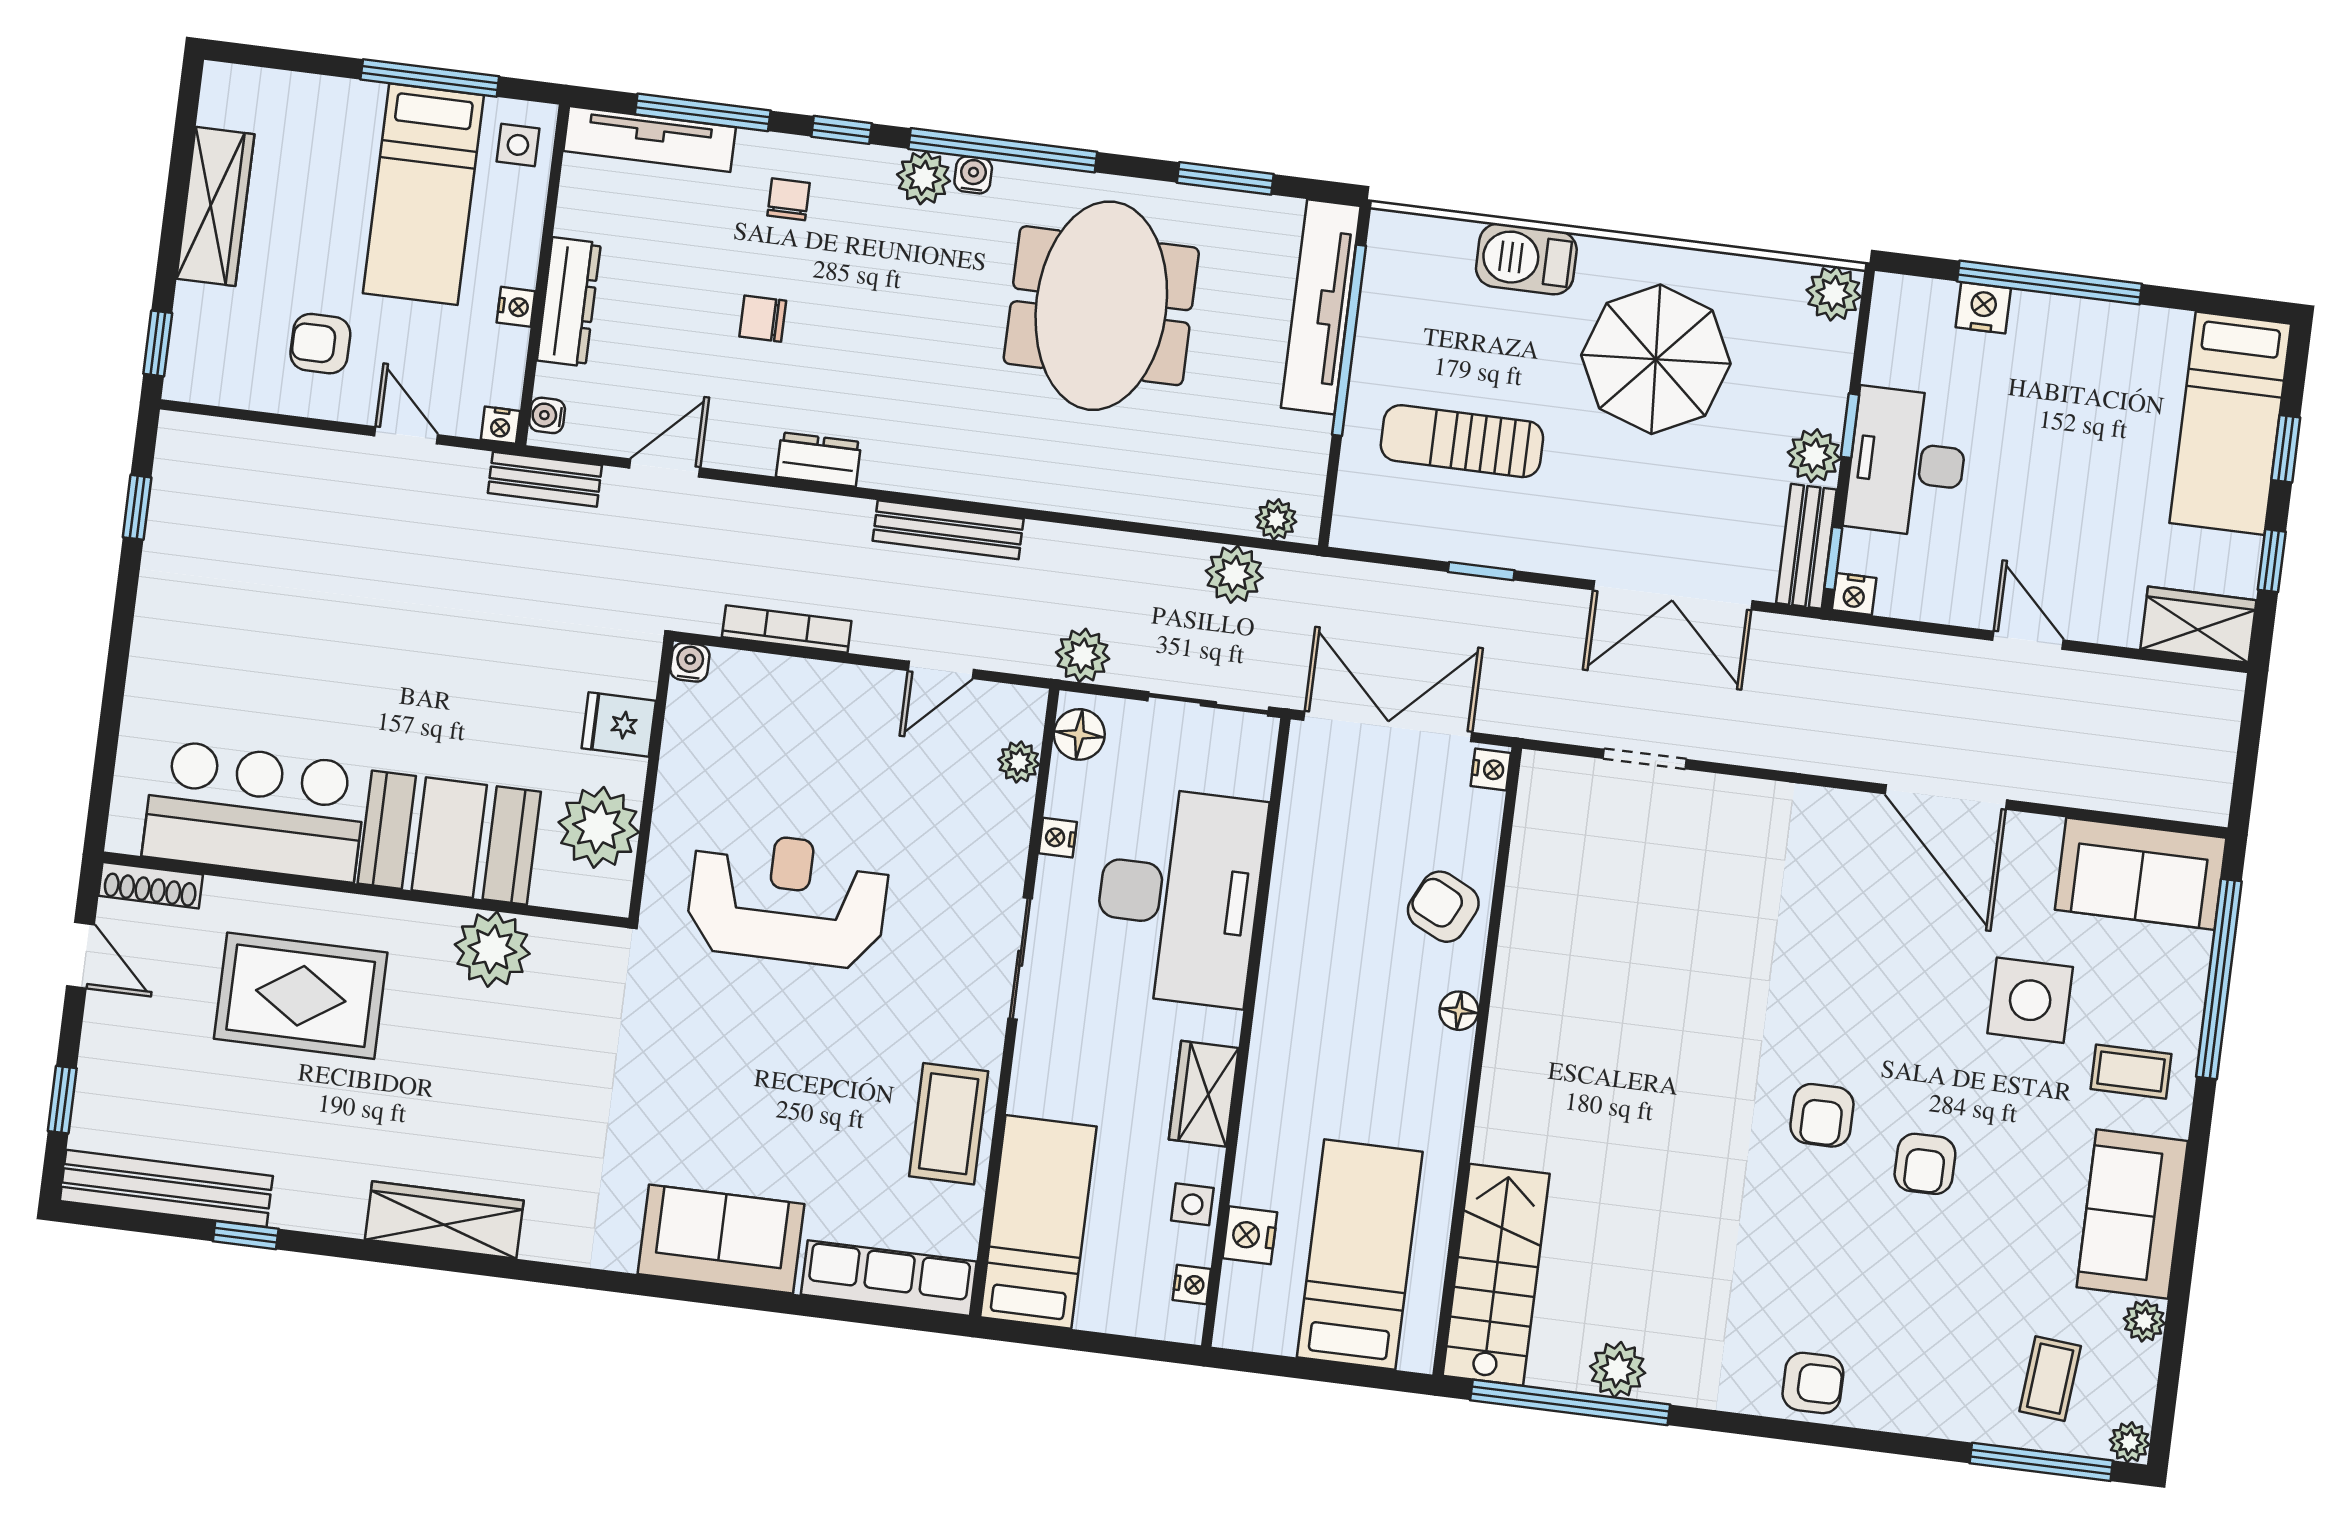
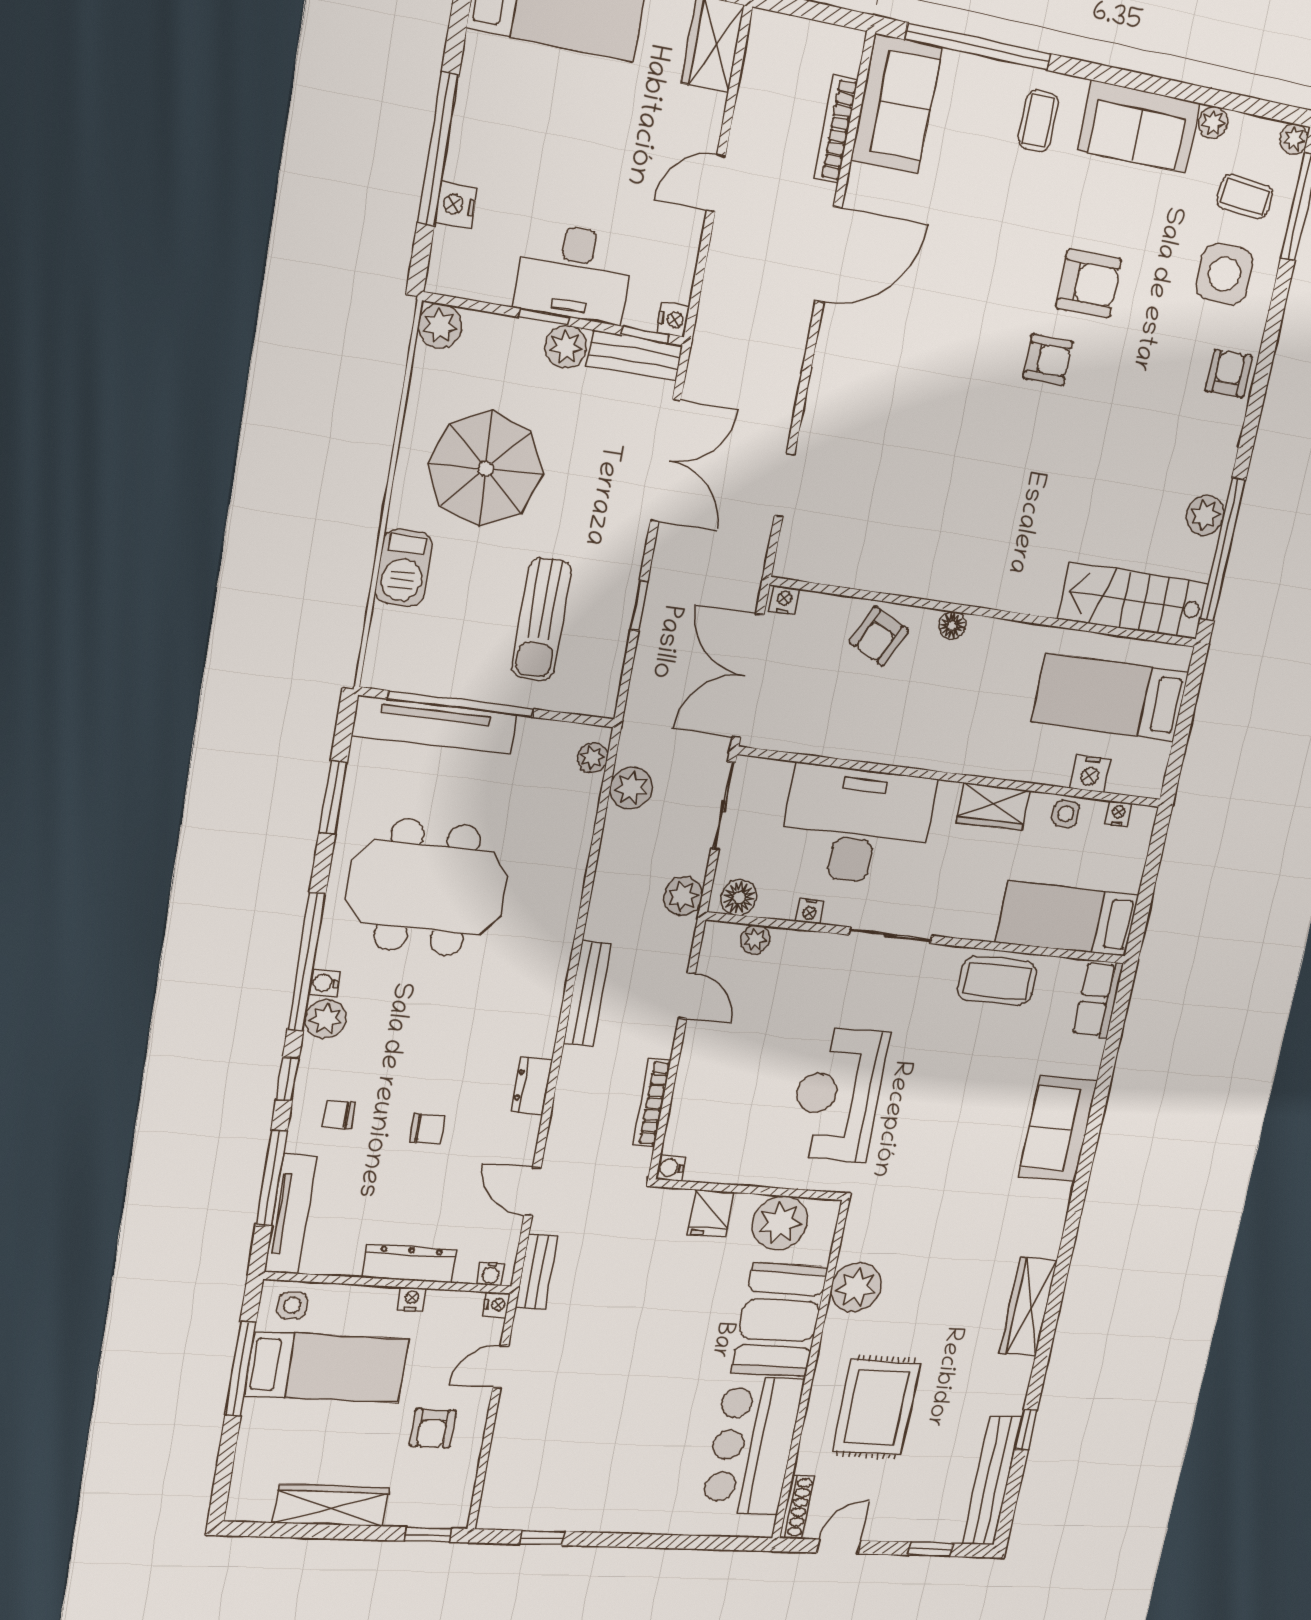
chair: (763, 319) -> (427, 1129), turned -90
bookcase: (2104, 795) -> (836, 129), added
side table: (2030, 1000) -> (1224, 274), moved
armchair: (1925, 1164) -> (1089, 284), width x1.38, depth x1.38
row of seats: (889, 1278) -> (1098, 1000), width x0.68

